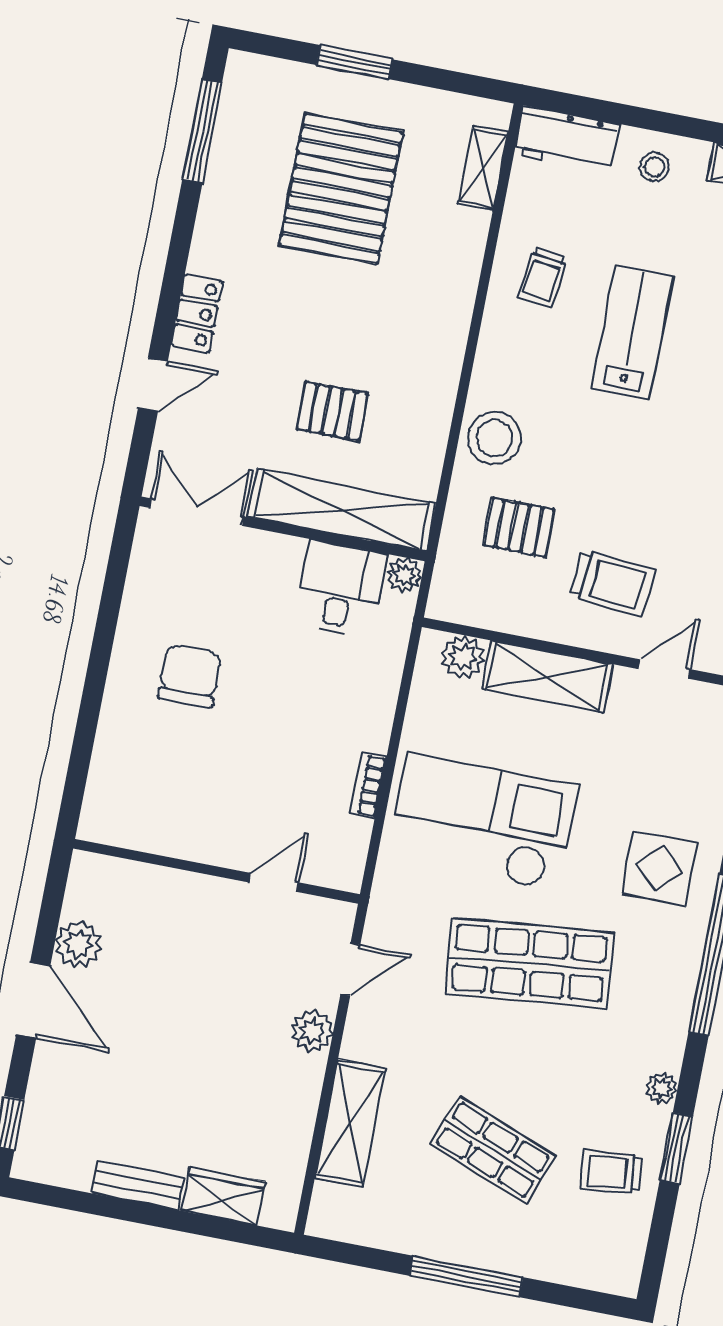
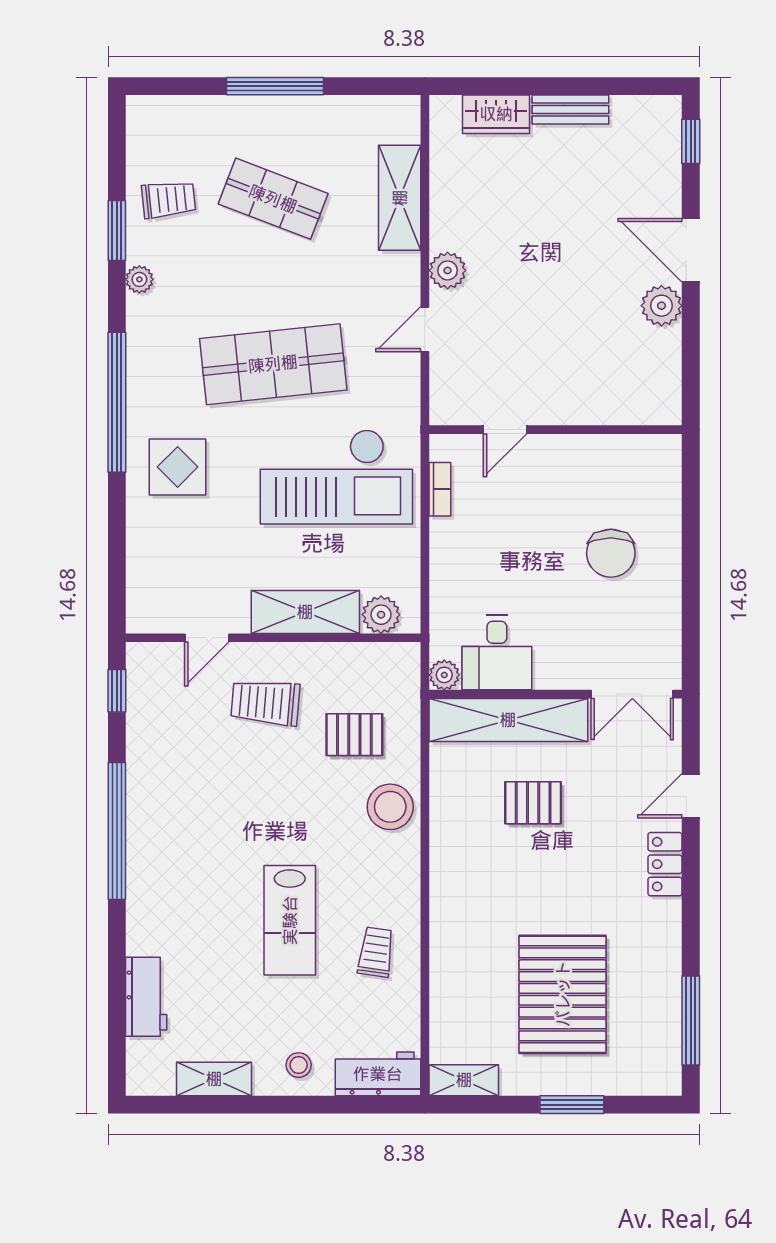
shelving: (483, 168) -> (464, 1080), moved, turned 90
wall: (217, 871) -> (556, 430), moved
door: (274, 882) -> (505, 430), moved

